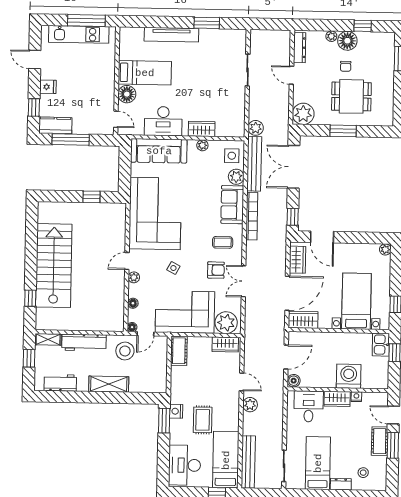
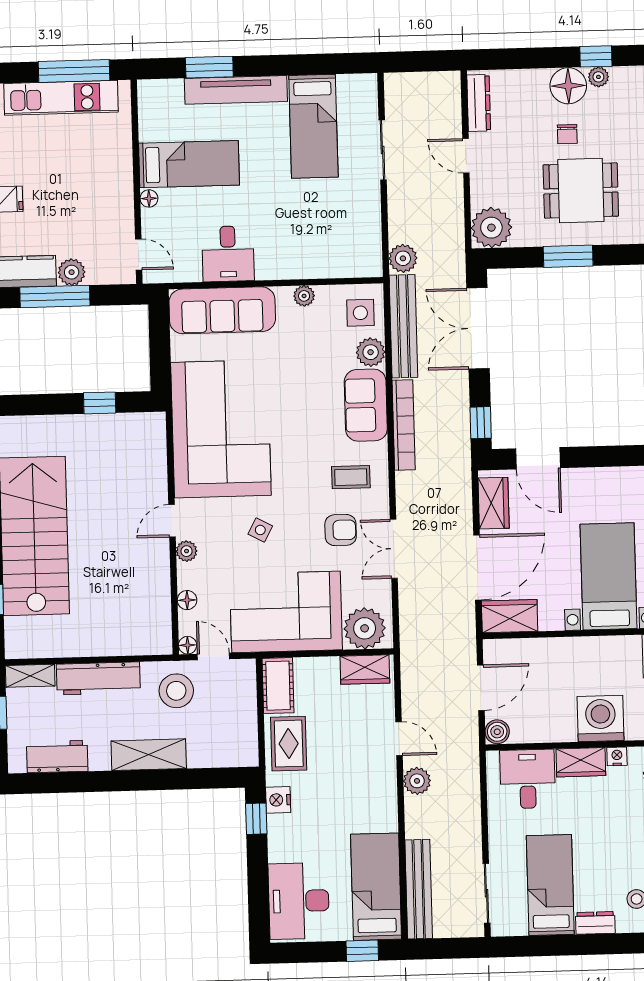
window: (207, 23) -> (209, 67), moved
plant: (331, 36) -> (598, 77), moved
bed: (212, 56) -> (313, 126), added
floor lamp: (127, 94) -> (149, 198), width x0.53, depth x0.53
desk: (163, 121) -> (228, 254), width x0.73
plant: (80, 127) -> (72, 272), added
wardrobe: (202, 129) -> (301, 265), removed
door: (145, 334) -> (213, 657), swing flipped
rug: (203, 420) -> (289, 744), moved
window: (164, 421) -> (256, 819), width x0.67

